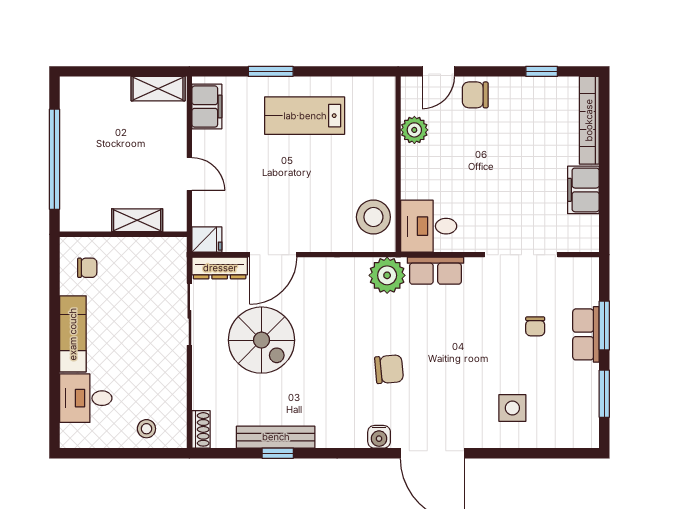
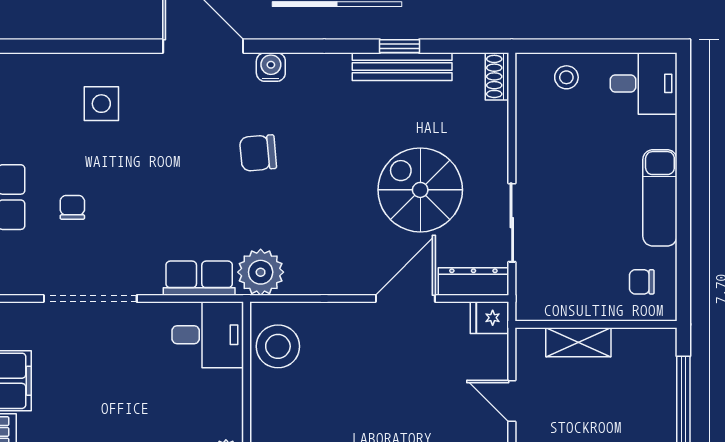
desk: (86, 398) -> (644, 83), moved

